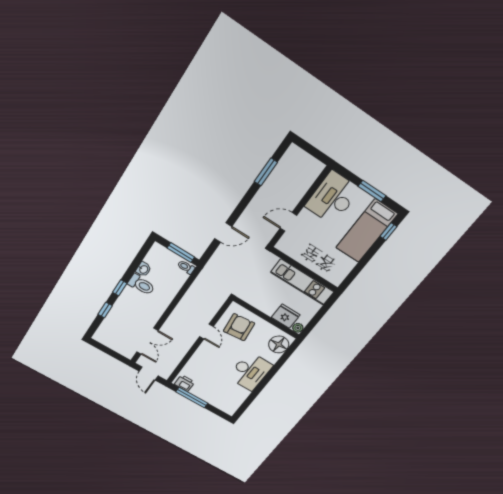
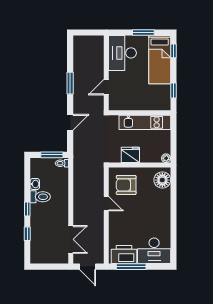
window: (266, 172) -> (70, 83), moved
window: (356, 270) -> (173, 90), added
fridge: (286, 316) -> (130, 155), moved
armchair: (239, 327) -> (126, 185), turned -84
desk: (250, 371) -> (154, 251), moved, turned 90
printer: (185, 383) -> (124, 255), width x1.87, depth x1.48

